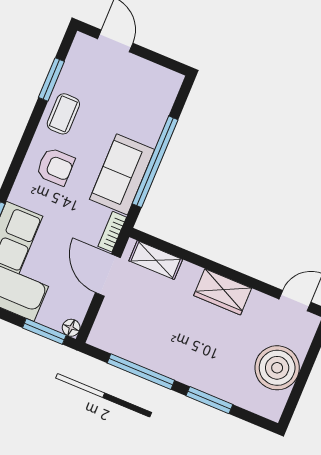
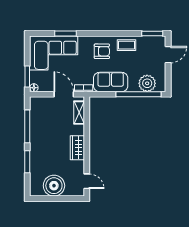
window: (51, 79) -> (152, 34), moved
plant: (154, 105) -> (147, 83), added
window: (155, 162) -> (139, 94), moved
armchair: (55, 167) -> (102, 51), turned -90
door: (108, 275) -> (64, 94), hinge flipped

